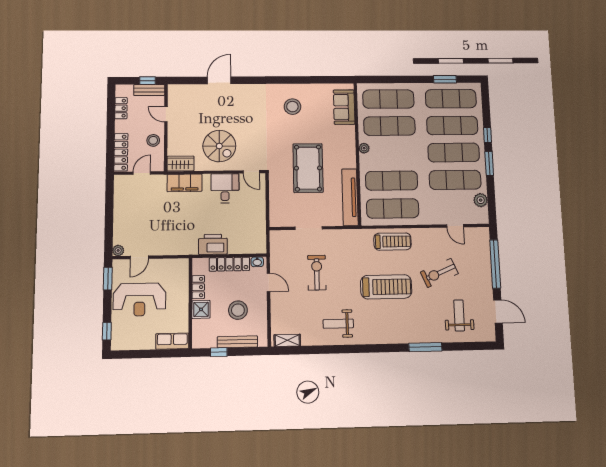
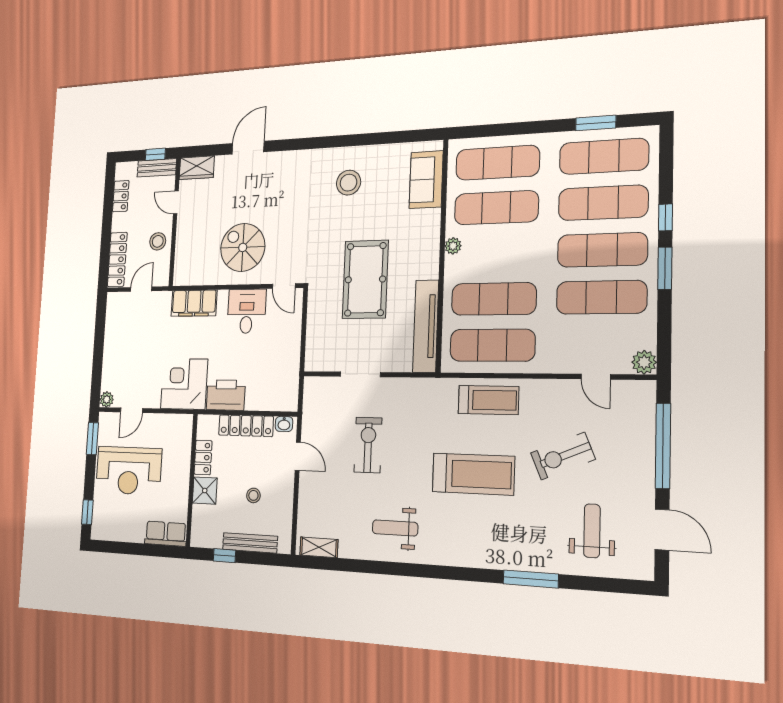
spiral stairs: (219, 146) -> (243, 247), turned 180
wardrobe: (181, 164) -> (197, 168), moved, turned 180
plant: (481, 200) -> (644, 362), moved
corner desk: (180, 238) -> (184, 384), added
stool: (238, 310) -> (253, 495), width x0.53, depth x0.53

